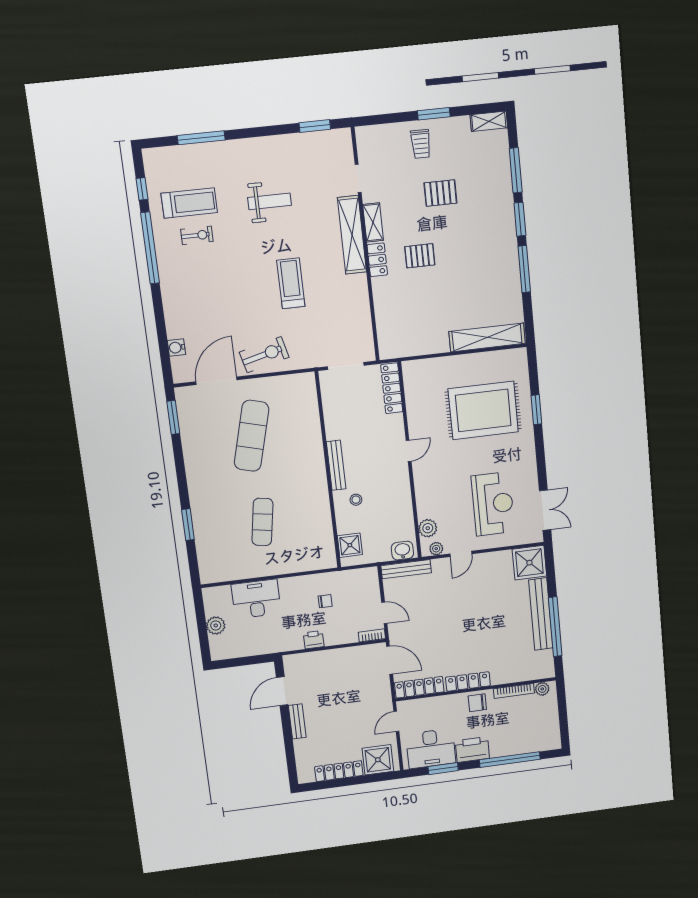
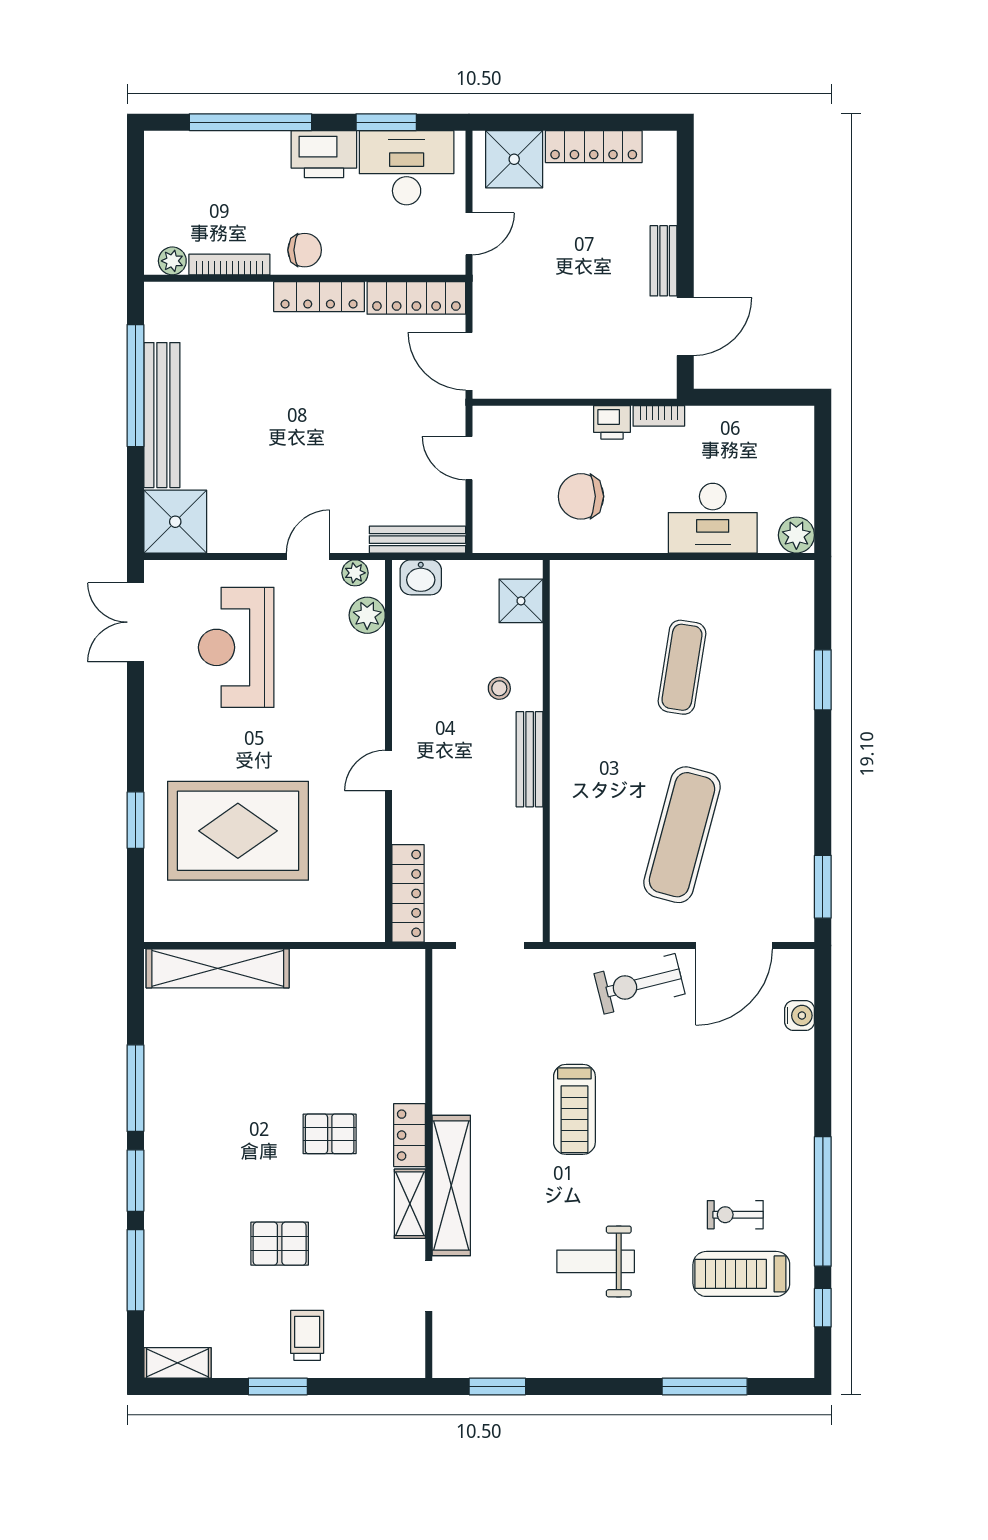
chair: (325, 601) -> (581, 496), width x1.87, depth x1.87
plant: (216, 625) -> (796, 535), moved
bookcase: (372, 635) -> (659, 416), moved

